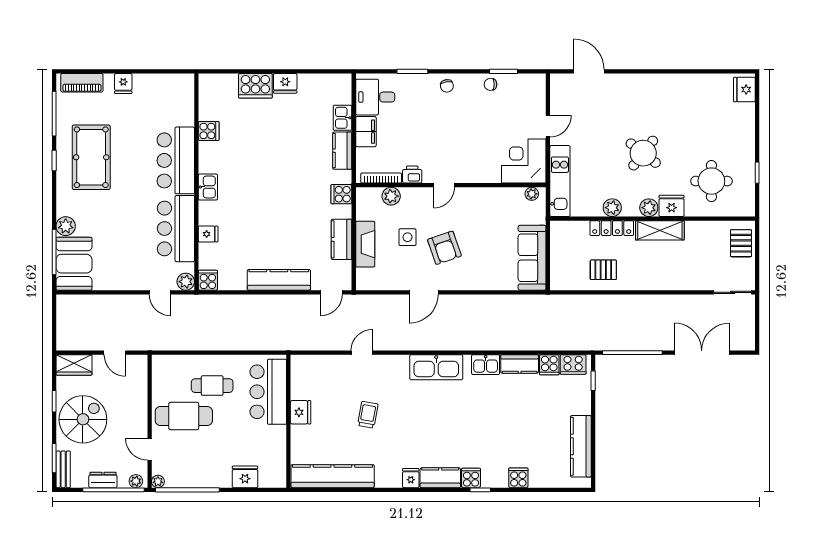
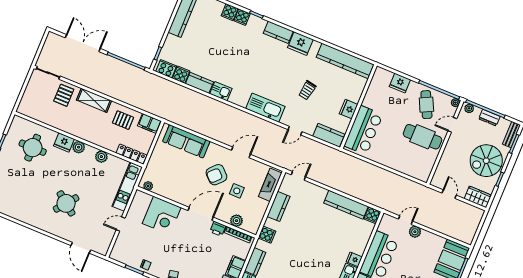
round table: (643, 153) -> (66, 203), moved
corner desk: (524, 161) -> (162, 216), moved
door: (444, 185) -> (201, 214), width x1.88
locker: (612, 228) -> (131, 154), moved
shelving: (660, 230) -> (94, 100), moved
fridge: (208, 234) -> (354, 259), moved
pallet: (741, 243) -> (64, 95), moved
fireplace: (365, 244) -> (270, 185), moved
armchair: (444, 248) -> (216, 175), turned -117
sofa: (532, 258) -> (186, 141), moved, turned 90
kitchen counter: (279, 280) -> (346, 205), moved
filing cabinet: (565, 280) -> (149, 123), added
plant: (186, 282) -> (415, 232), moved
door: (160, 292) -> (406, 220), hinge flipped
double door: (702, 353) -> (83, 43), swing flipped
kitchen counter: (313, 365) -> (329, 135), added
kitchen sink: (436, 367) -> (265, 108), moved
cafe table: (212, 386) -> (426, 105), moved, turned 64
door: (150, 449) -> (452, 125), swing flipped
fridge: (411, 478) -> (300, 44), width x1.88, depth x1.34
cooker: (471, 478) -> (242, 17), moved

